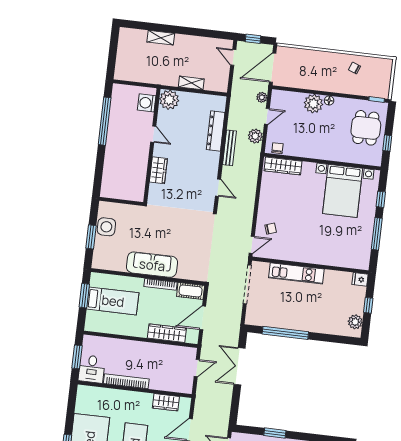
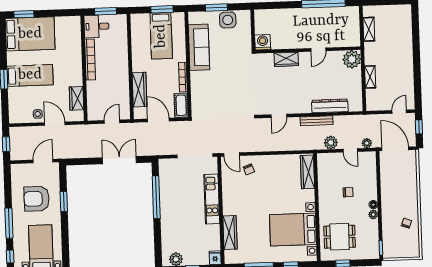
shelving: (161, 38) -> (369, 29), moved
washing machine: (147, 103) -> (263, 42), moved
plant: (313, 104) -> (373, 214), moved, width x0.53, depth x0.53
dining table: (366, 128) -> (340, 237), moved
chair: (277, 148) -> (348, 192), moved
wardrobe: (336, 259) -> (230, 233), added
sofa: (152, 265) -> (199, 47), moved
door: (197, 368) -> (112, 122), swing flipped

